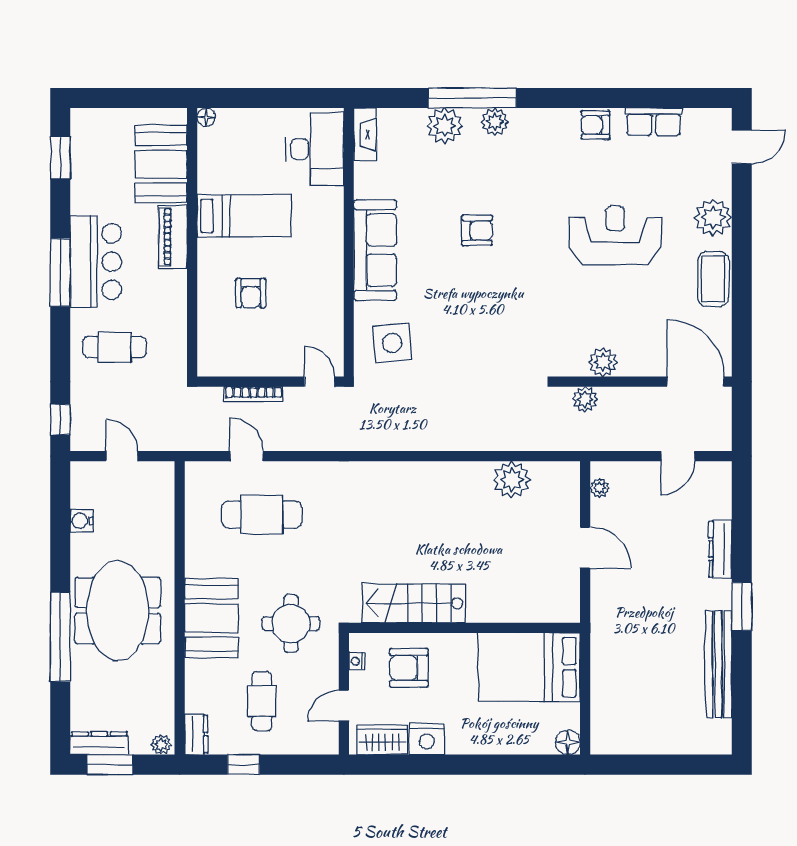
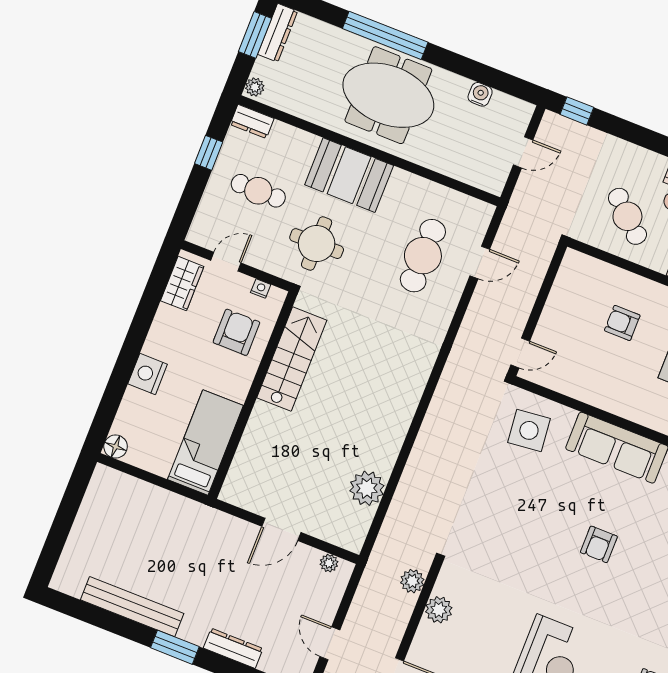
cafe table: (115, 347) -> (627, 216), moved, turned -47
bookcase: (253, 394) -> (532, 290), removed
bed: (529, 667) -> (205, 442), width x0.67
door: (344, 706) -> (226, 262), hinge flipped
nightstand: (427, 739) -> (148, 374), moved

